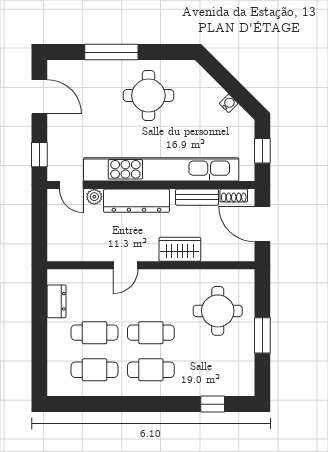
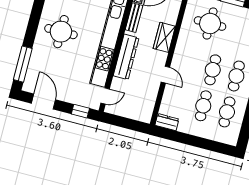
window: (111, 52) -> (23, 64), moved
door: (39, 97) -> (43, 101), hinge flipped
plant: (94, 197) -> (116, 83), removed
dresser: (57, 301) -> (167, 122), moved

